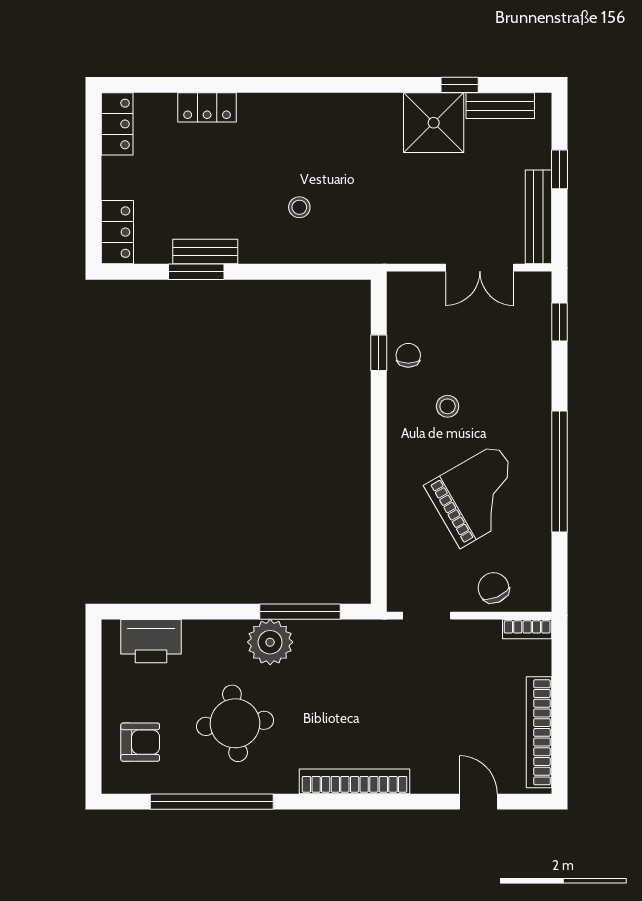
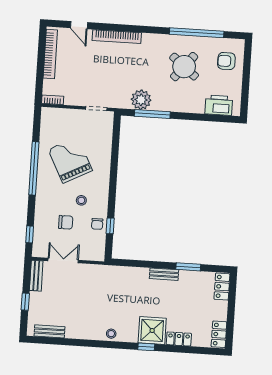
window: (460, 85) -> (146, 347), moved
shower: (434, 123) -> (152, 330), moved
stool: (299, 207) -> (111, 334), moved
bench: (538, 217) -> (36, 276), width x0.73
bench: (205, 252) -> (164, 274), moved
grand piano: (478, 496) -> (70, 160), turned 93
chair: (493, 588) -> (66, 222), moved, turned -66
plant: (270, 642) -> (141, 100), moved
round table: (235, 723) -> (184, 67), turned 45
bookcase: (355, 781) -> (117, 37), moved

